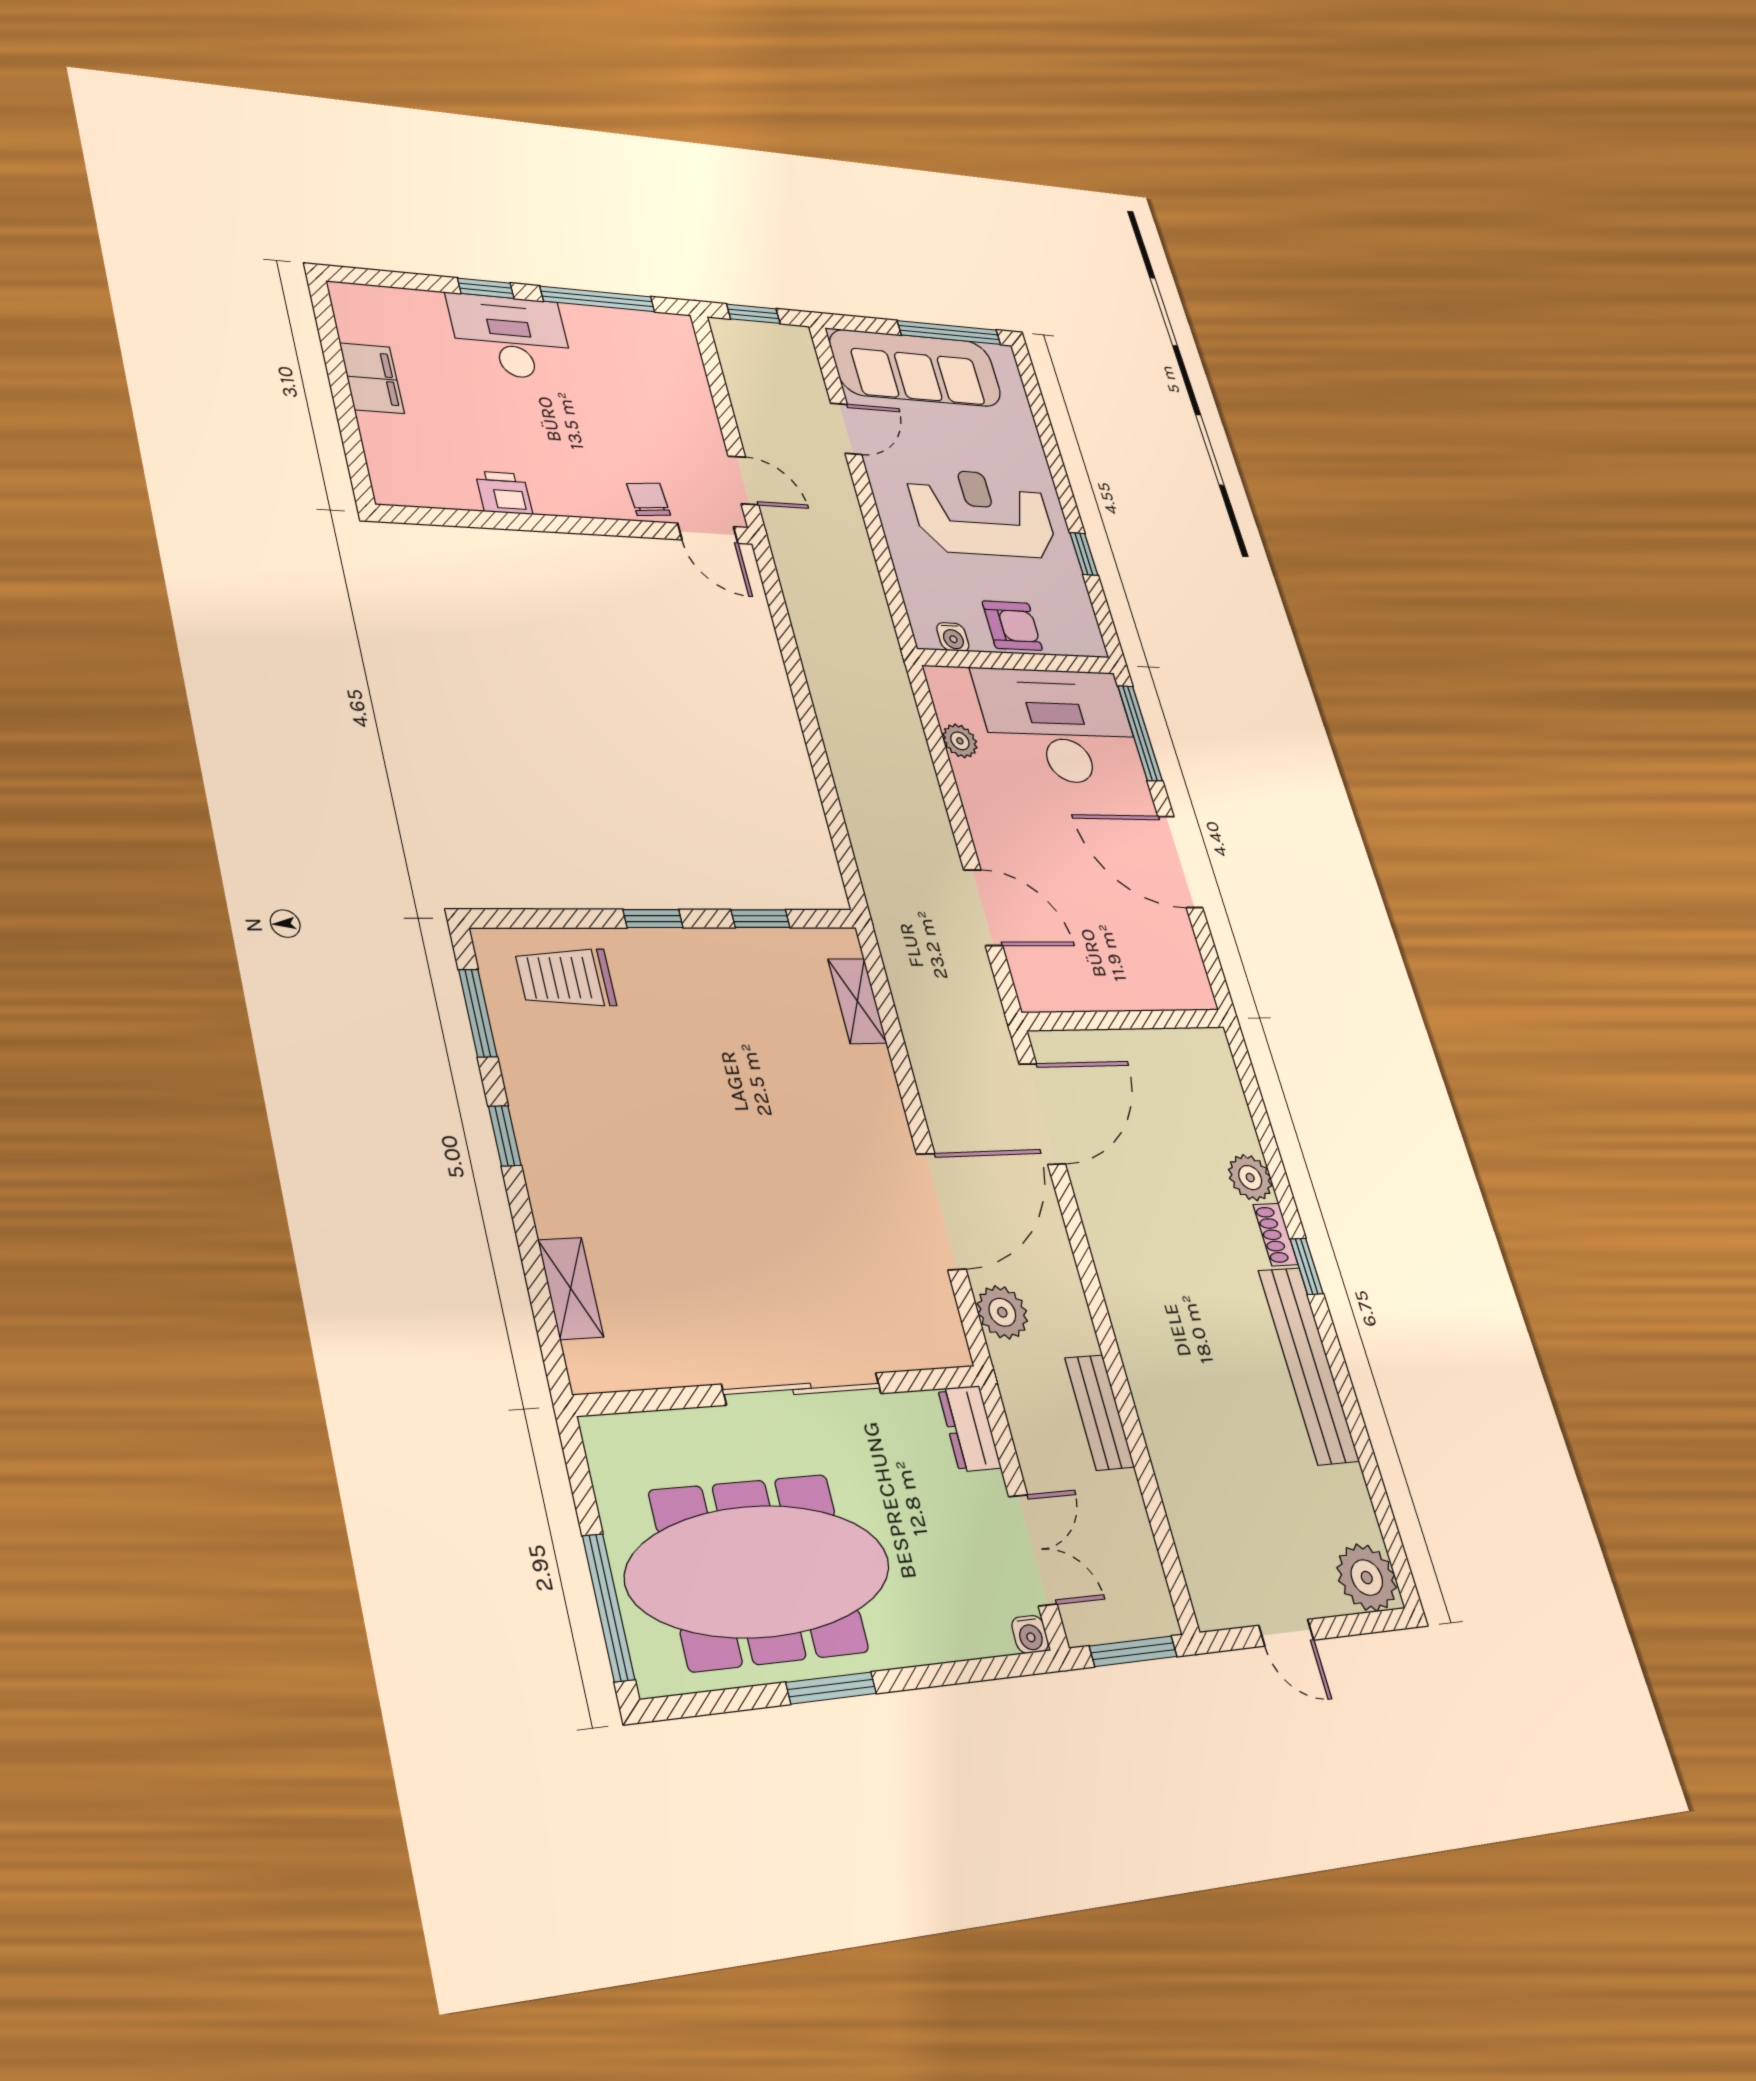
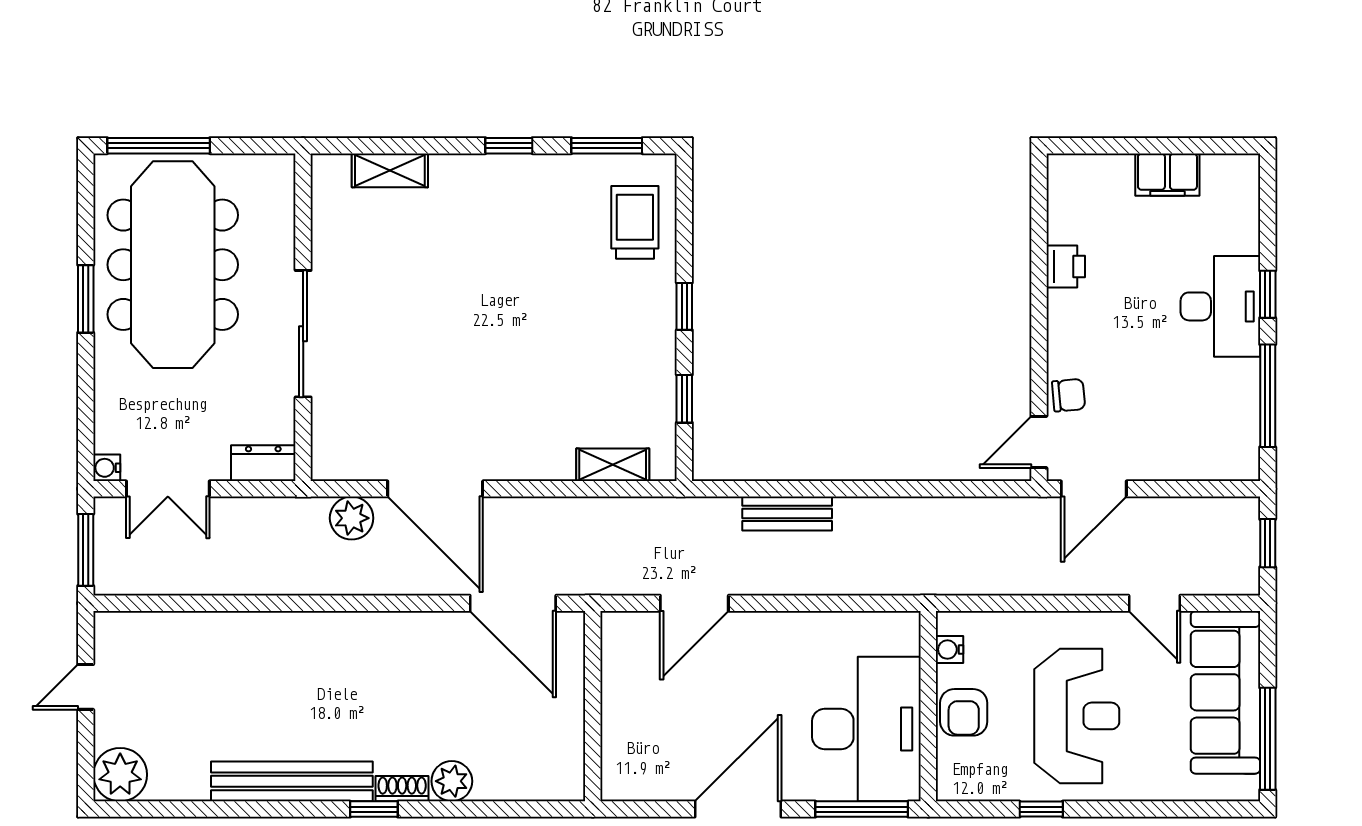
door: (743, 480) -> (1094, 489), width x1.38
plant: (960, 741) -> (849, 627), removed
bench: (1099, 1412) -> (787, 513), moved

